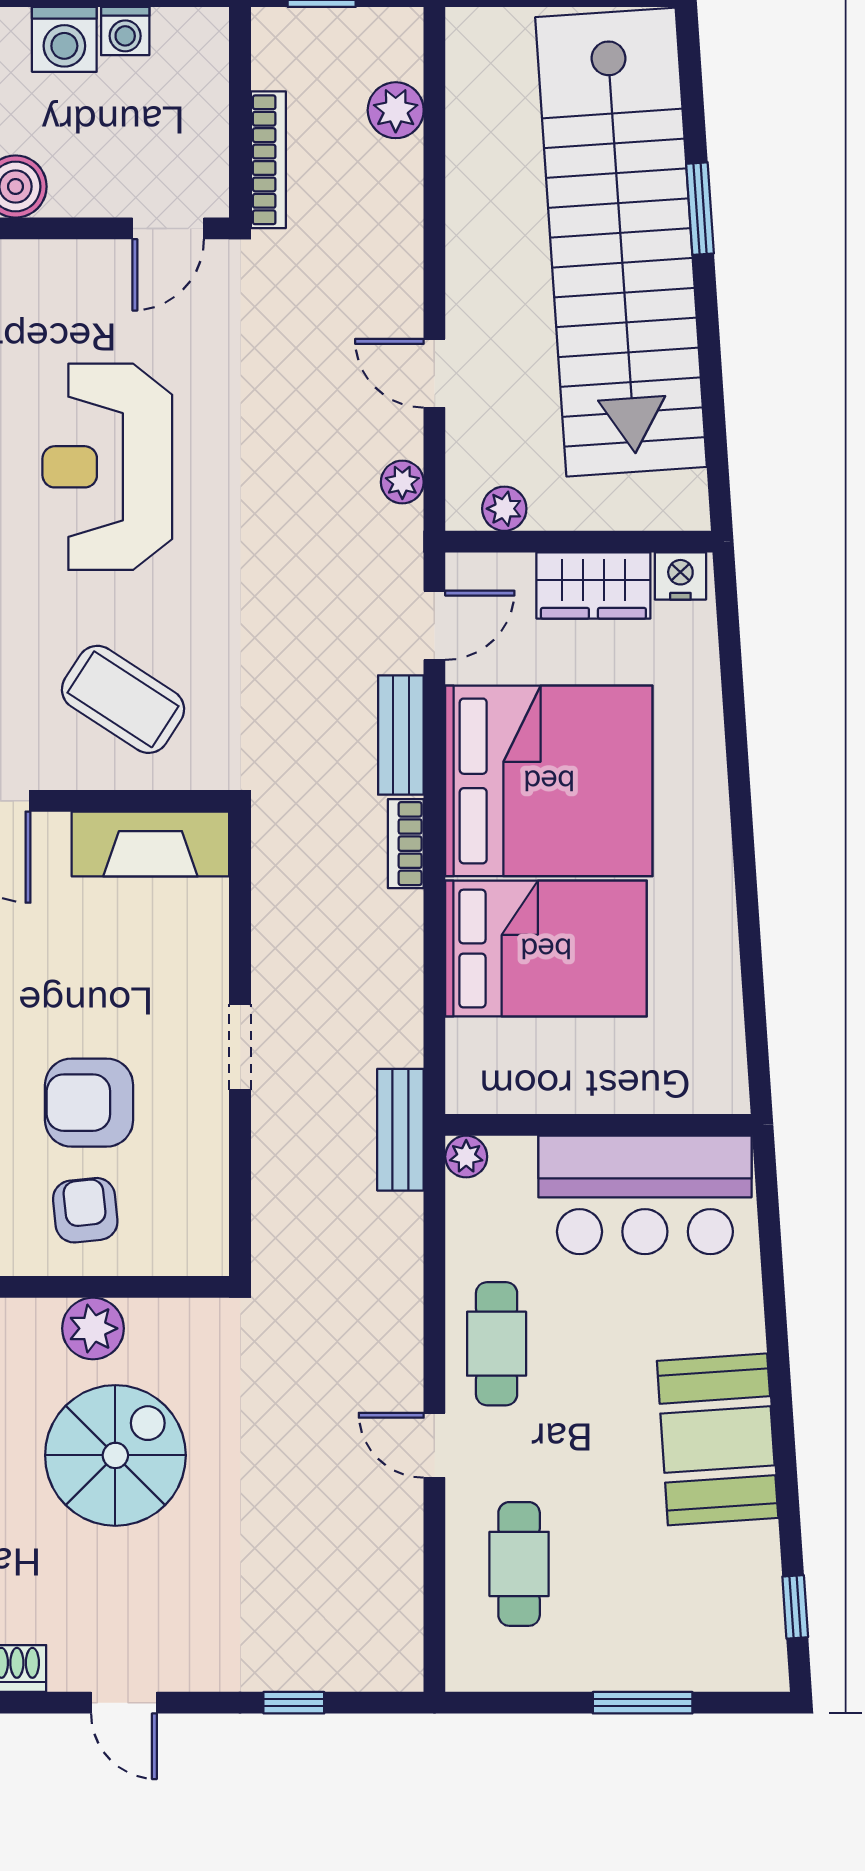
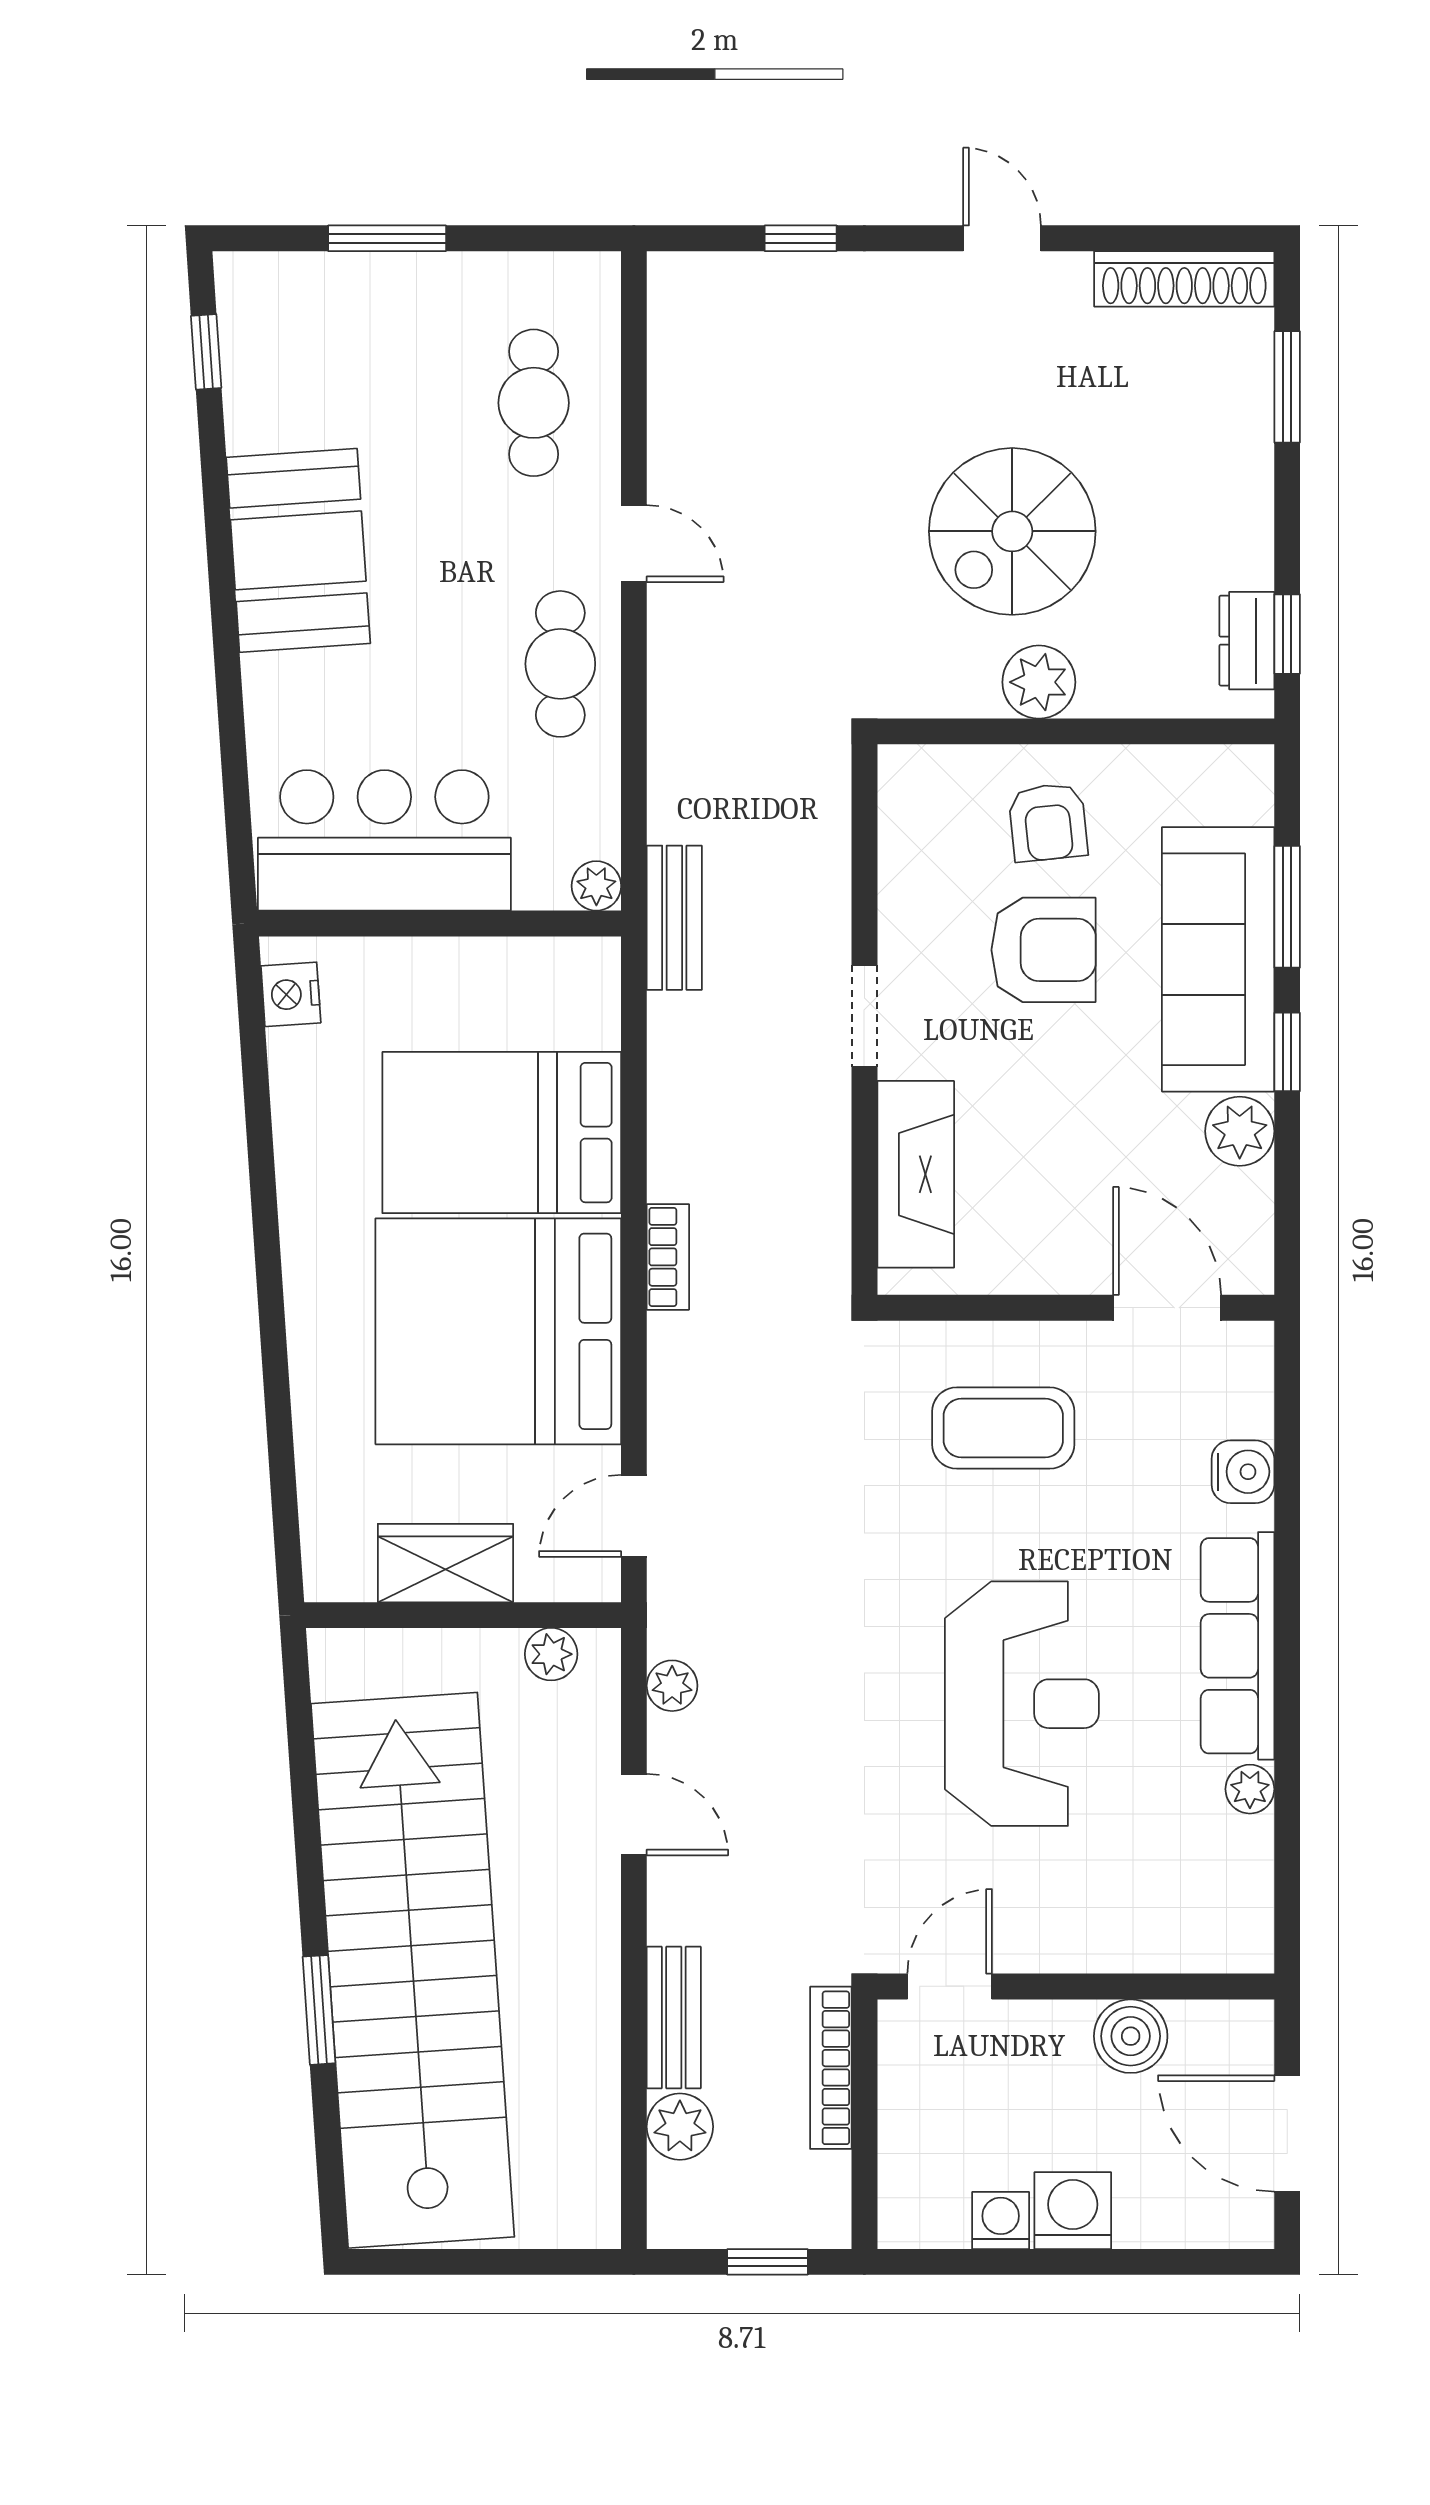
nightstand: (680, 576) -> (291, 994), moved, turned 86
coffee table: (123, 699) -> (1003, 1428), turned -33
bench: (401, 735) -> (674, 2017), moved
fireplace: (150, 844) -> (916, 1174), moved, turned 90

